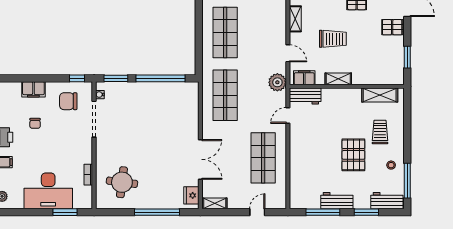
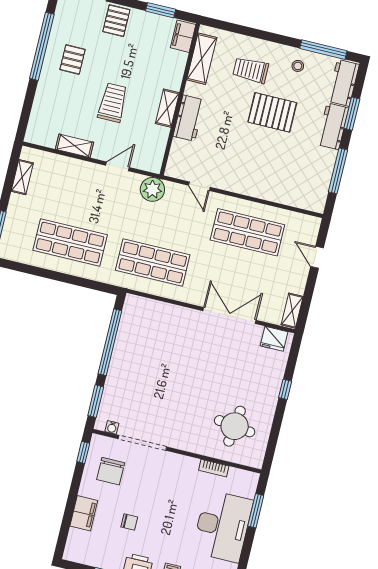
filing cabinet: (304, 78) -> (183, 36), moved
workbench: (305, 96) -> (189, 118), moved
workbench: (337, 201) -> (333, 126), moved
window: (157, 212) -> (285, 389), width x0.32

